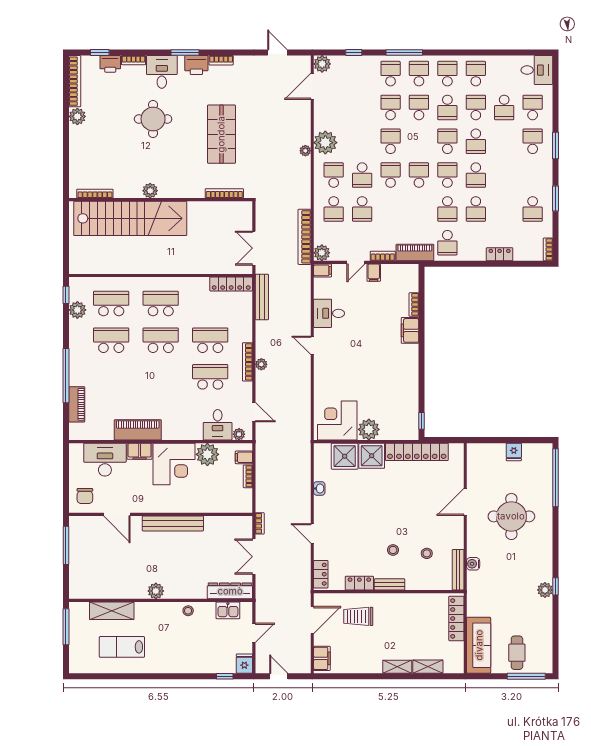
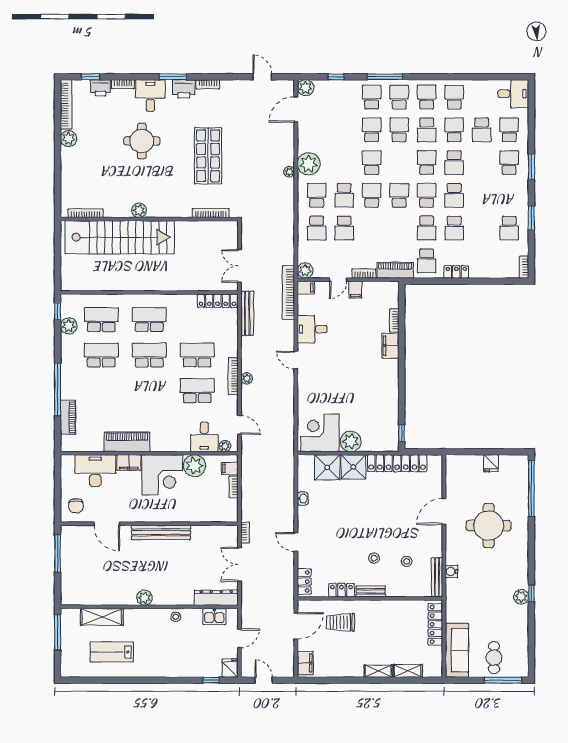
bookcase: (304, 237) -> (288, 293), moved
locker: (500, 254) -> (456, 272), moved

